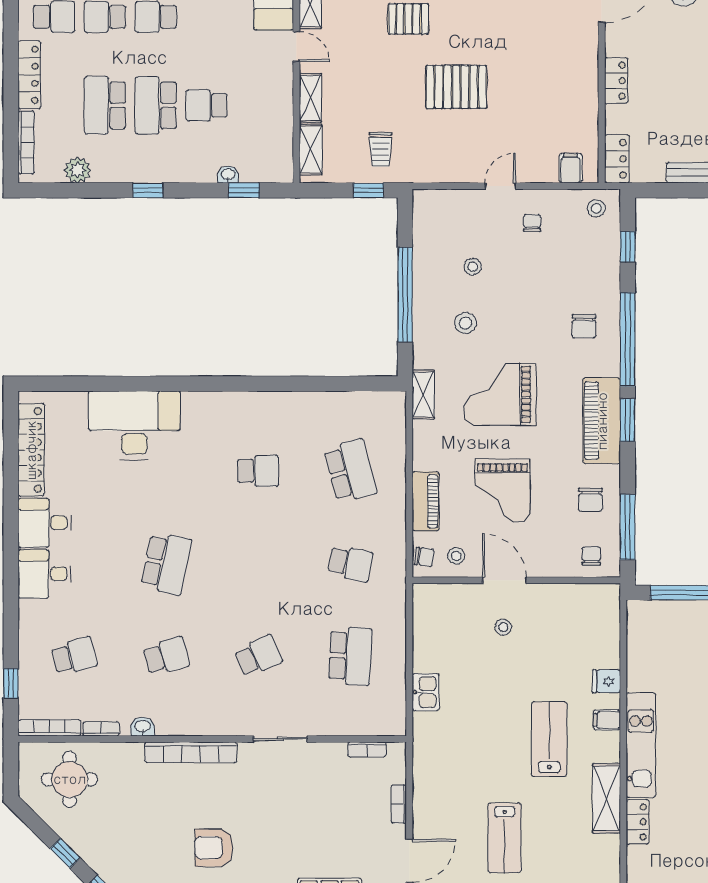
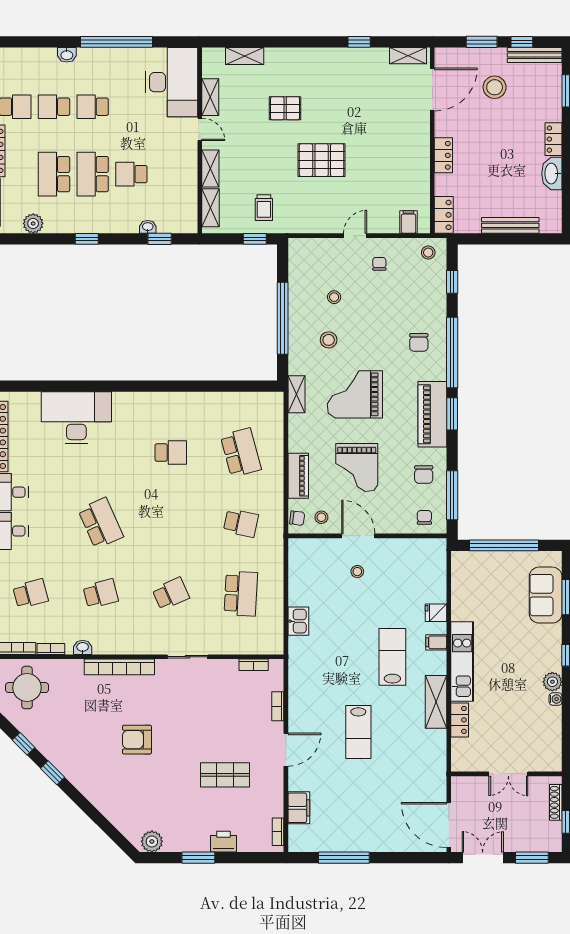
school desk: (166, 563) -> (101, 523), turned -36

